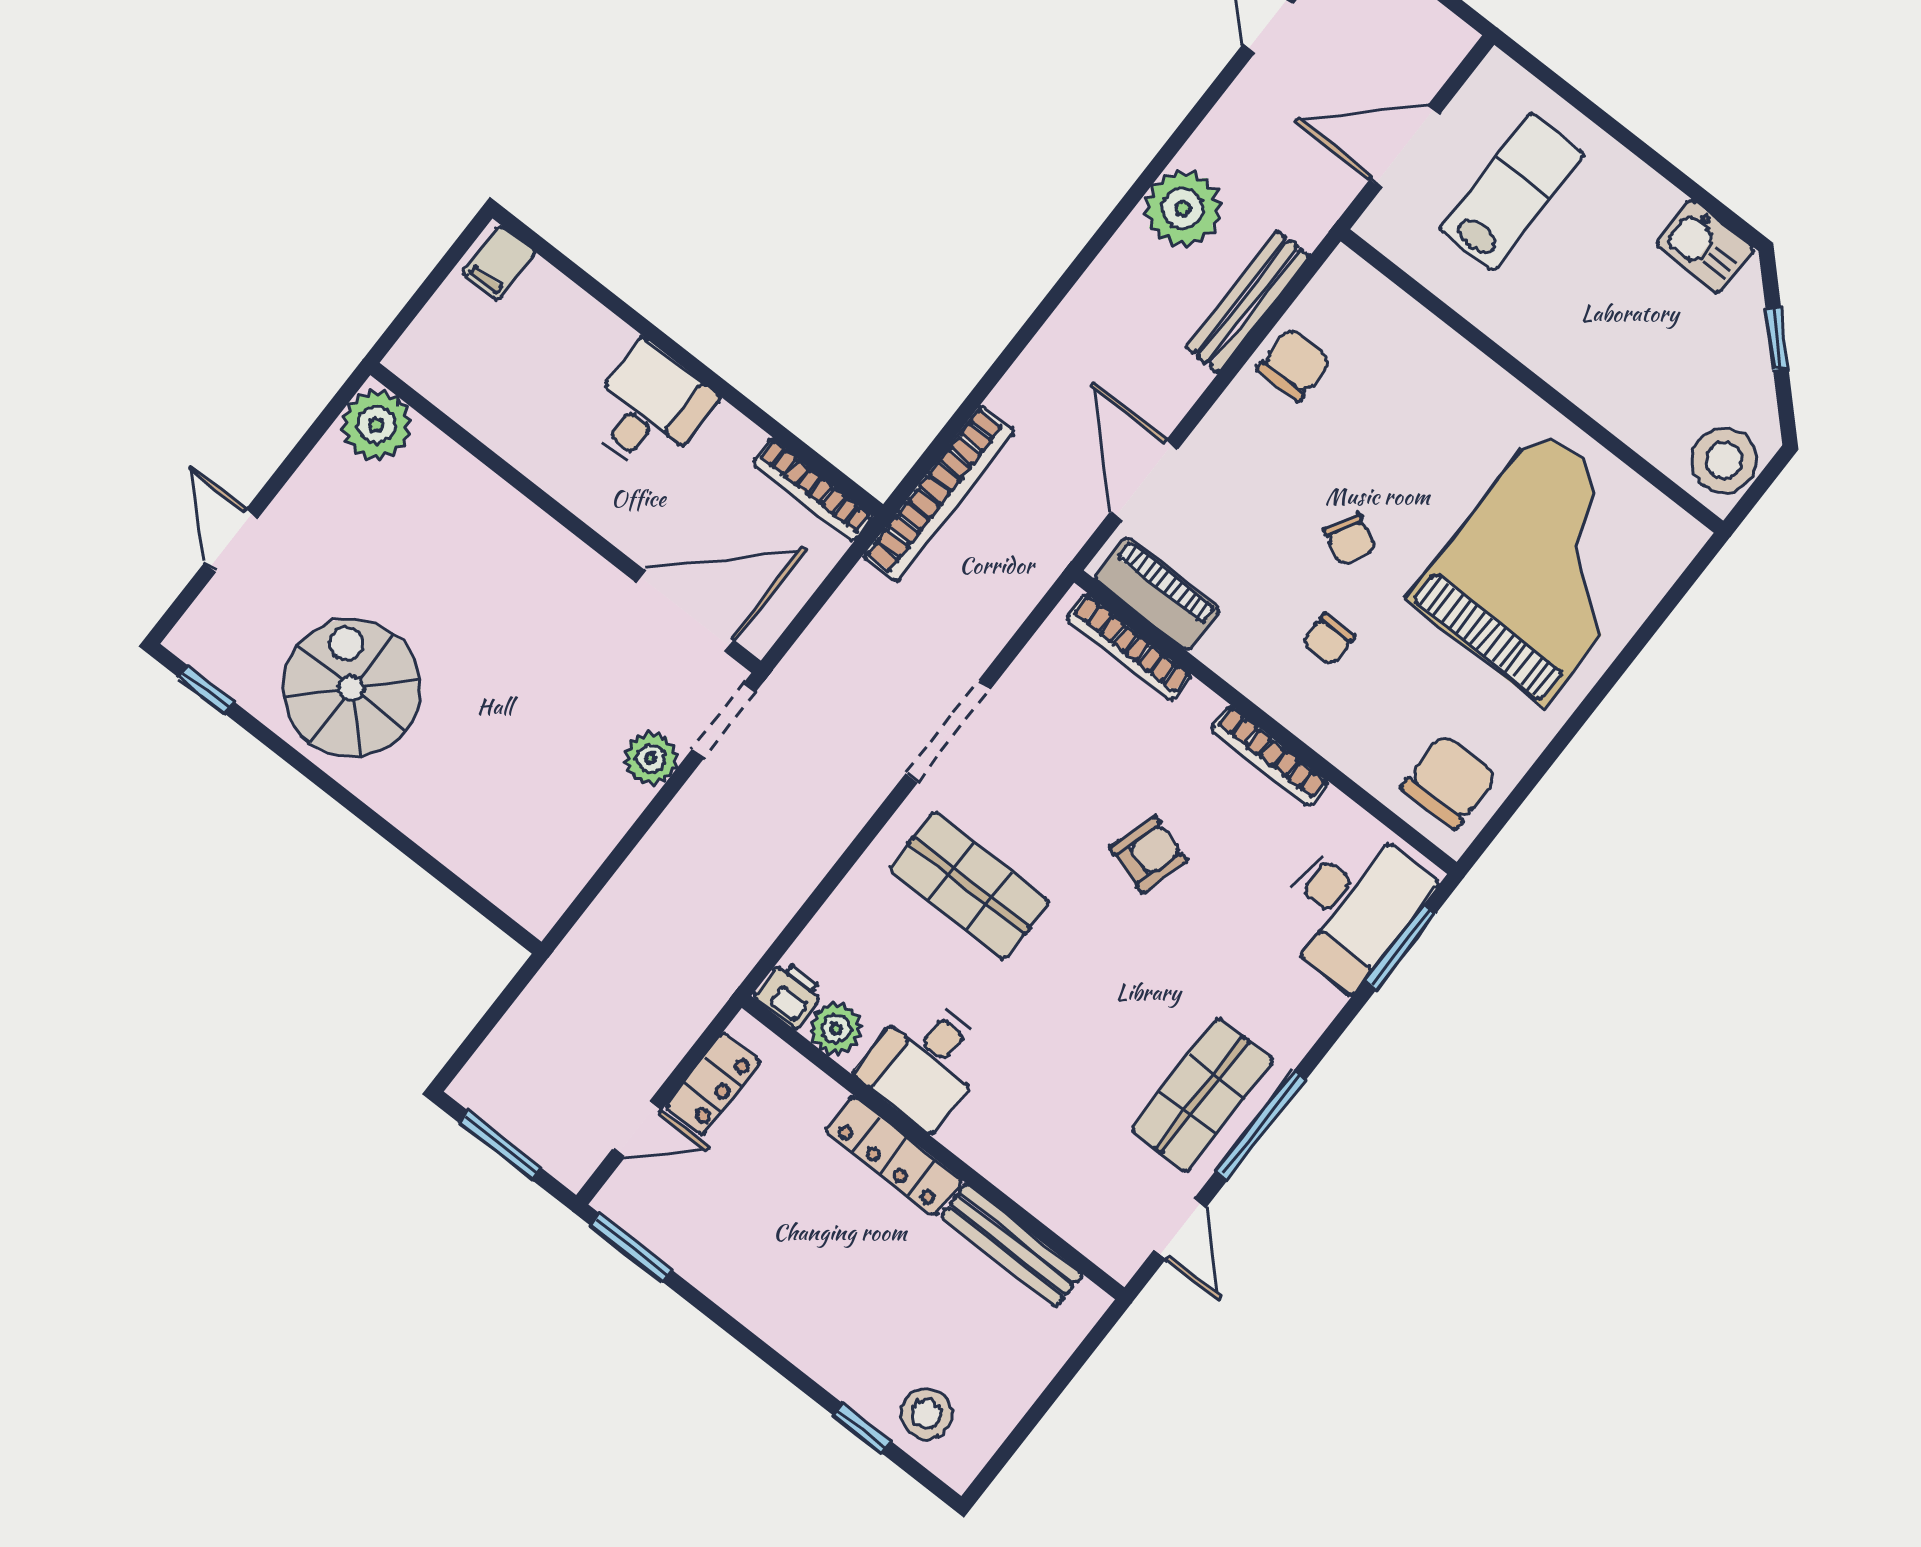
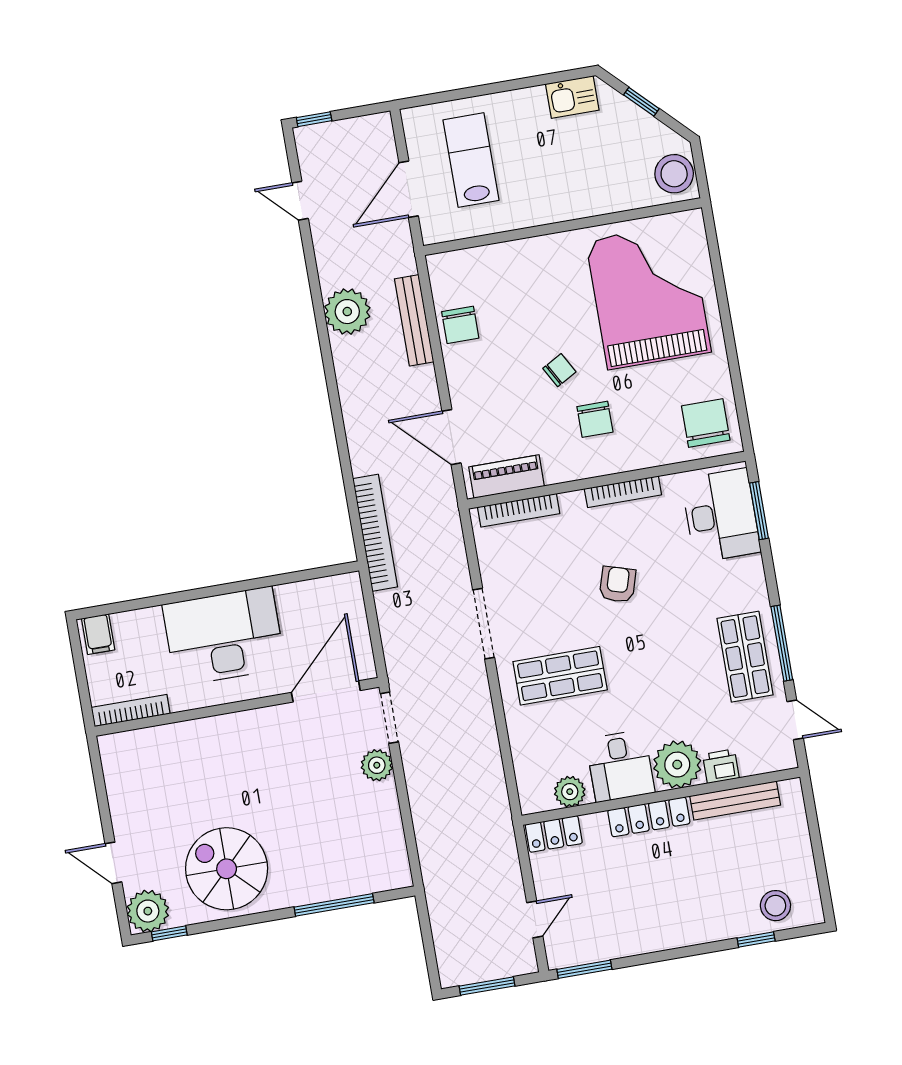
chair: (1294, 365) -> (460, 325), turned 180
desk: (648, 409) -> (224, 636), width x1.87, depth x1.30
plant: (376, 425) -> (148, 911), moved
bookcase: (813, 490) -> (131, 711), moved, turned 180
chair: (1350, 539) -> (559, 370), turned -56
chair: (1329, 639) -> (595, 419), width x1.37, depth x1.37
window: (428, 863) -> (334, 905), added
printer: (790, 994) -> (721, 766), moved
locker: (713, 1084) -> (554, 834), moved, turned 90
plant: (991, 1132) -> (677, 765), added

